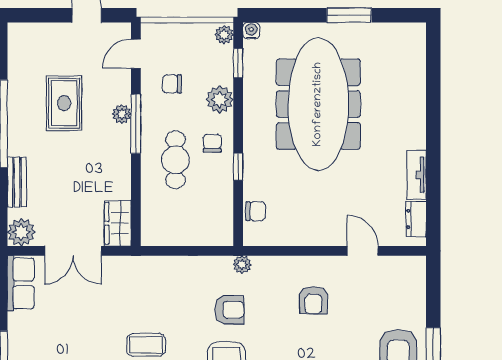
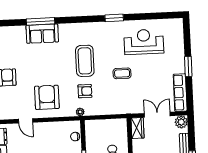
row of seats: (21, 283) -> (180, 93), width x1.48
armchair: (313, 300) -> (47, 97), width x1.88, depth x1.88
armchair: (229, 310) -> (85, 91), turned 180

